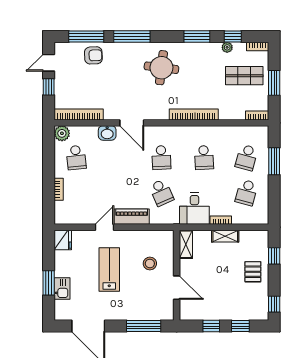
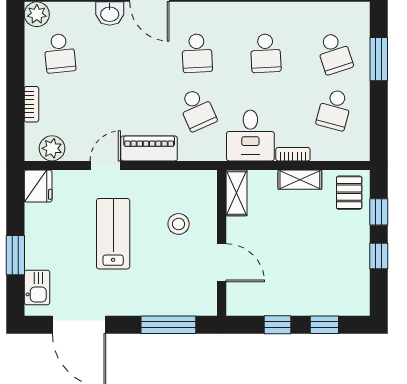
school desk: (247, 158) -> (334, 53), turned -33
plant: (71, 217) -> (52, 148), added
pallet: (253, 272) -> (349, 193), moved
kitchen sink: (62, 289) -> (37, 287), moved
window: (274, 304) -> (379, 256), moved

